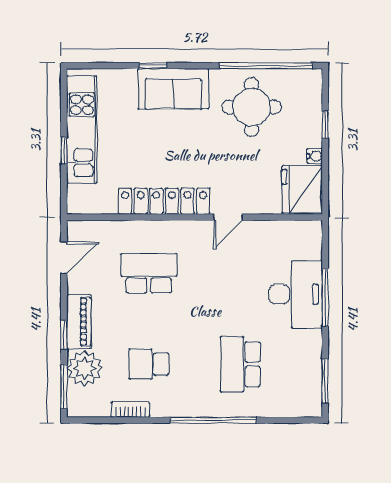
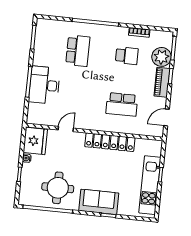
door: (228, 217) -> (66, 129), moved

